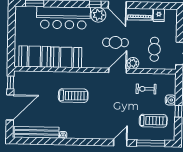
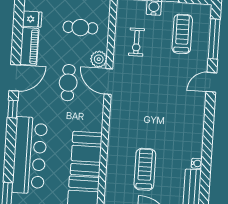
plant: (98, 15) -> (28, 105), removed
treadmill: (73, 96) -> (145, 169), moved
door: (120, 143) -> (211, 82), hinge flipped

